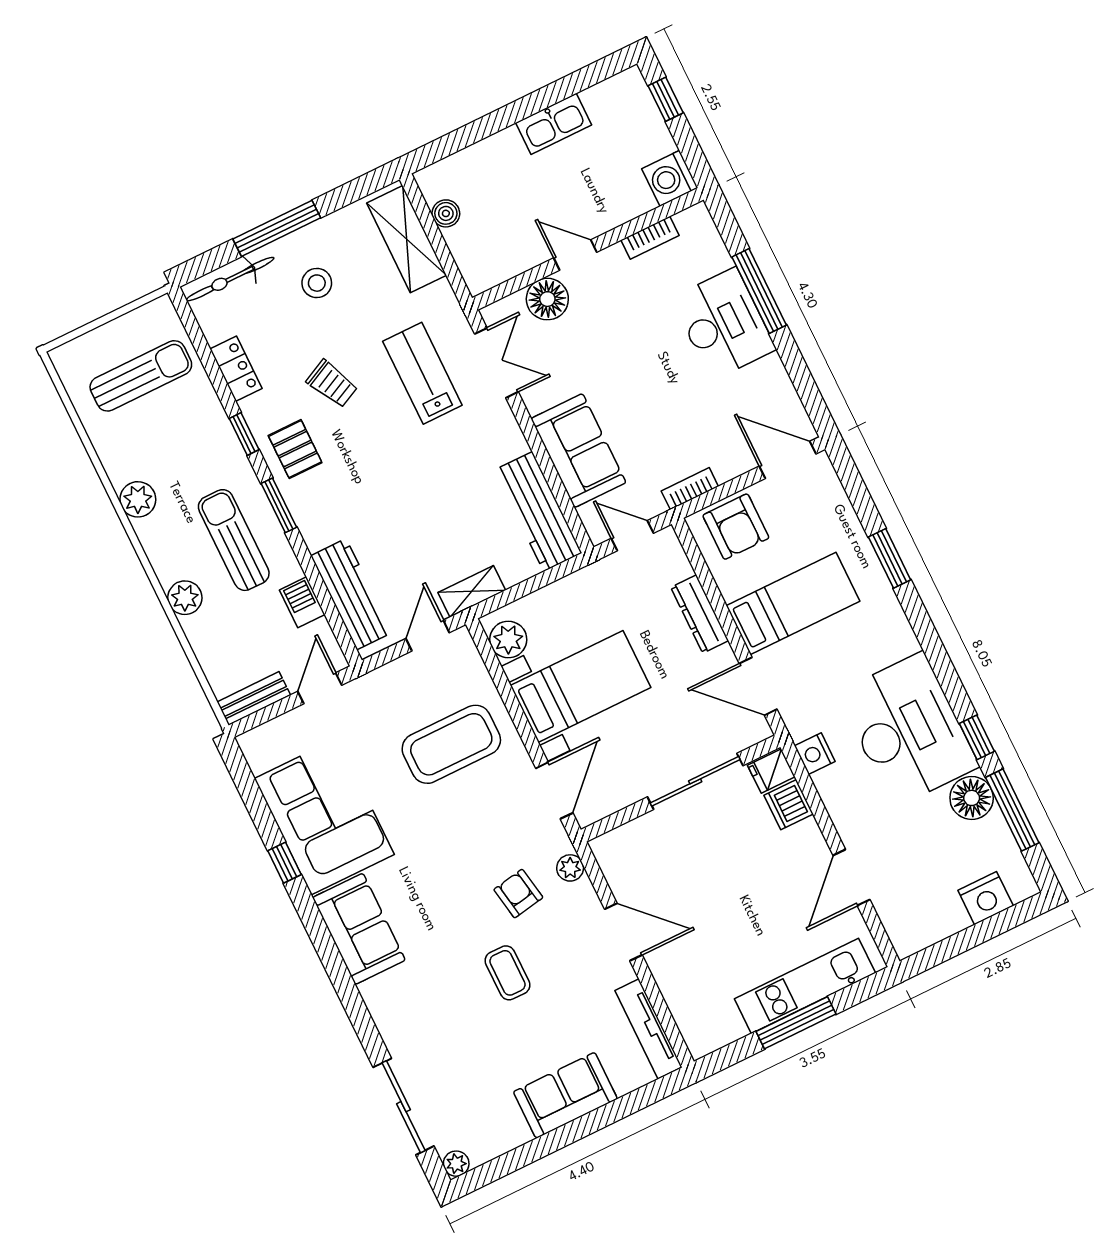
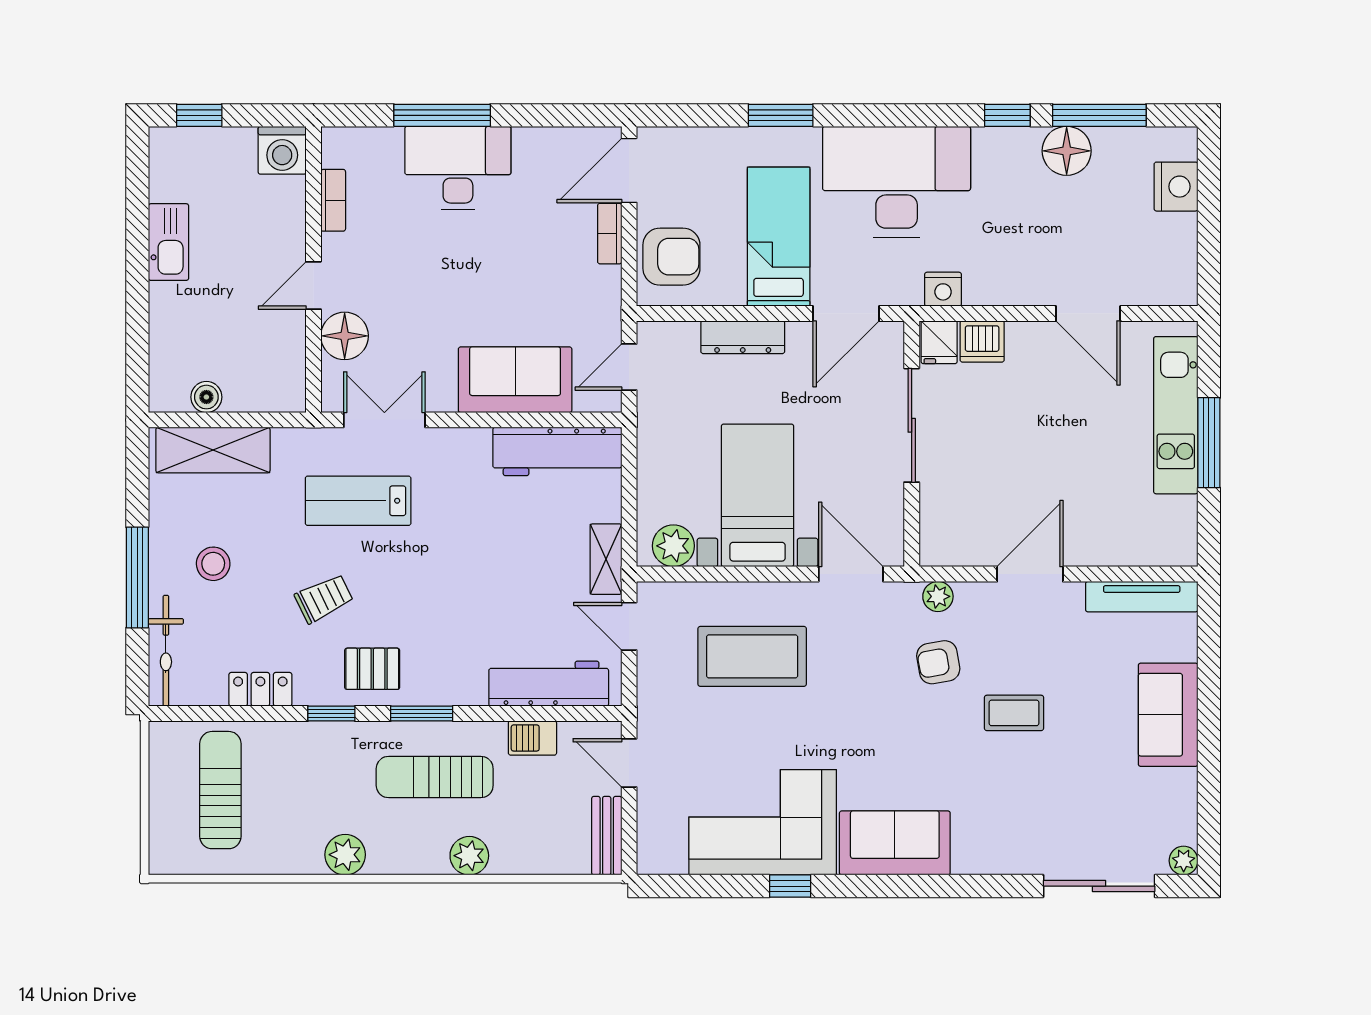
bookcase: (690, 489) -> (610, 234), moved
desk: (908, 730) -> (897, 182), moved
coffee table: (451, 744) -> (752, 656), turned 90

